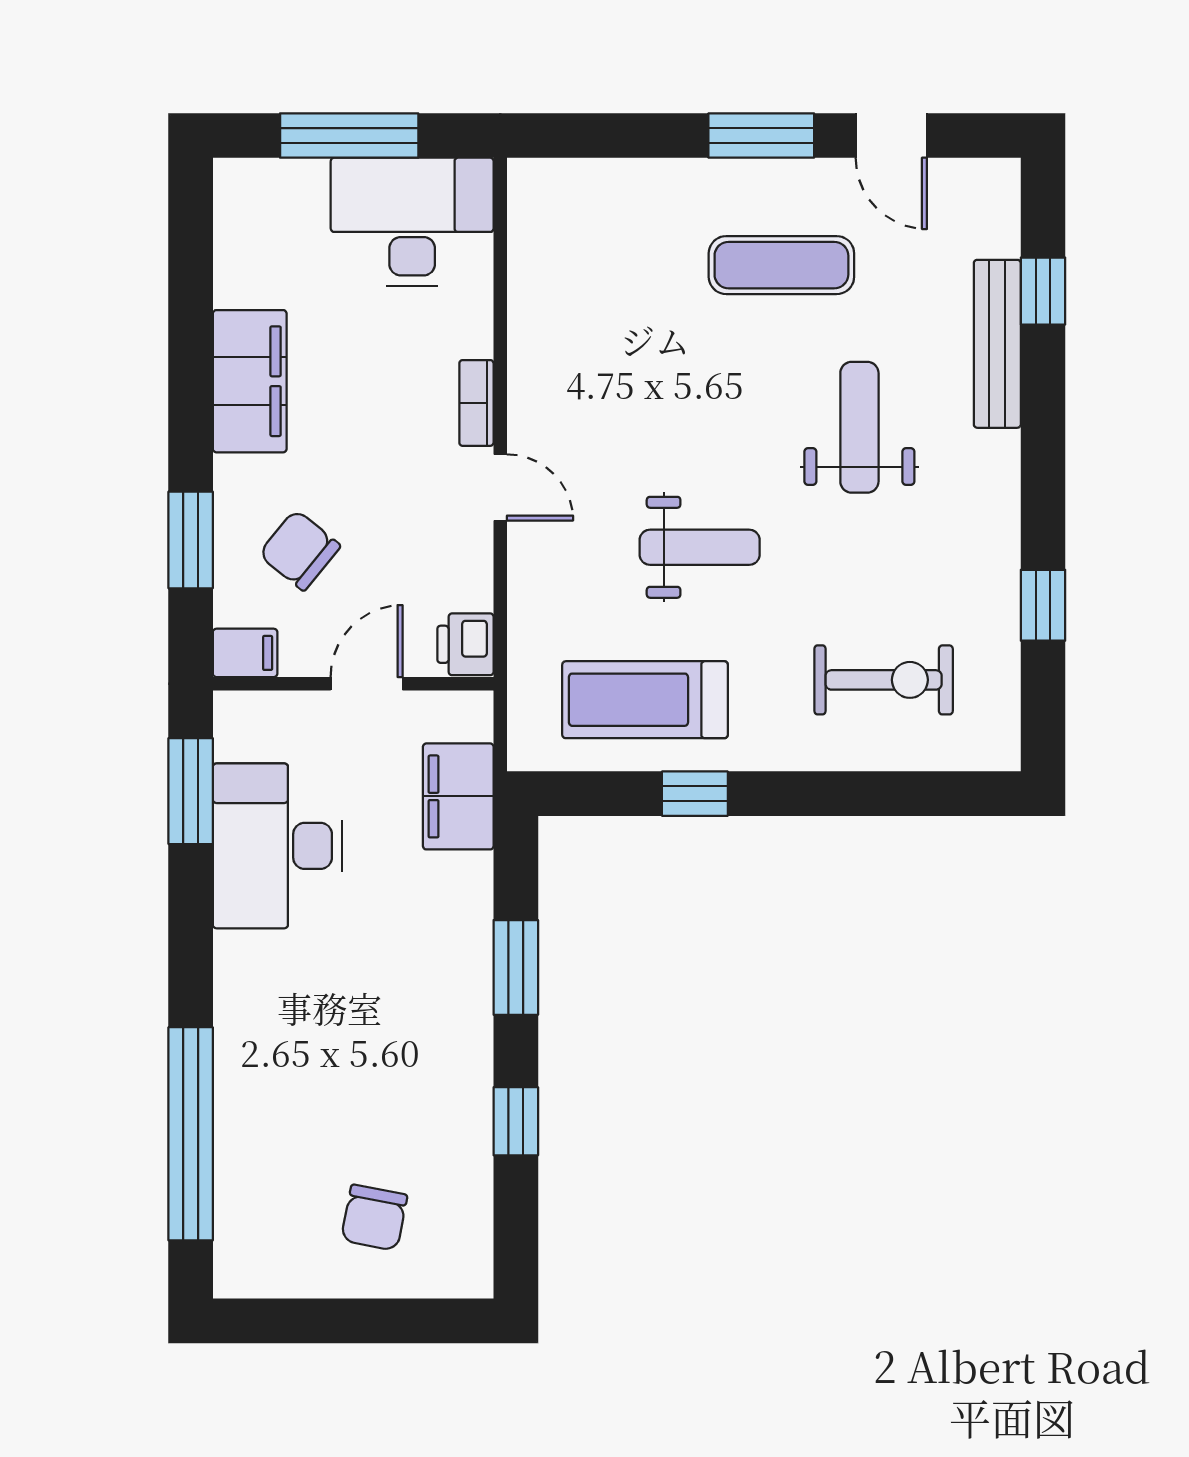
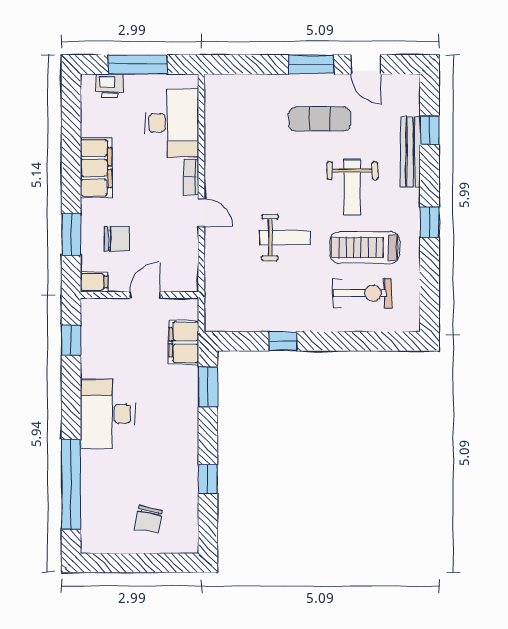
desk: (412, 222) -> (172, 123), moved, turned 90
weight bench: (859, 427) -> (352, 187), turned 180
chair: (300, 550) -> (117, 239), turned 141
window: (1043, 605) -> (430, 222), moved
printer: (465, 644) -> (110, 86), moved, turned -90
treadmill: (645, 700) -> (365, 248), moved
window: (191, 791) -> (71, 340), width x0.67
desk: (278, 846) -> (108, 414), moved
window: (516, 967) -> (208, 387), moved

